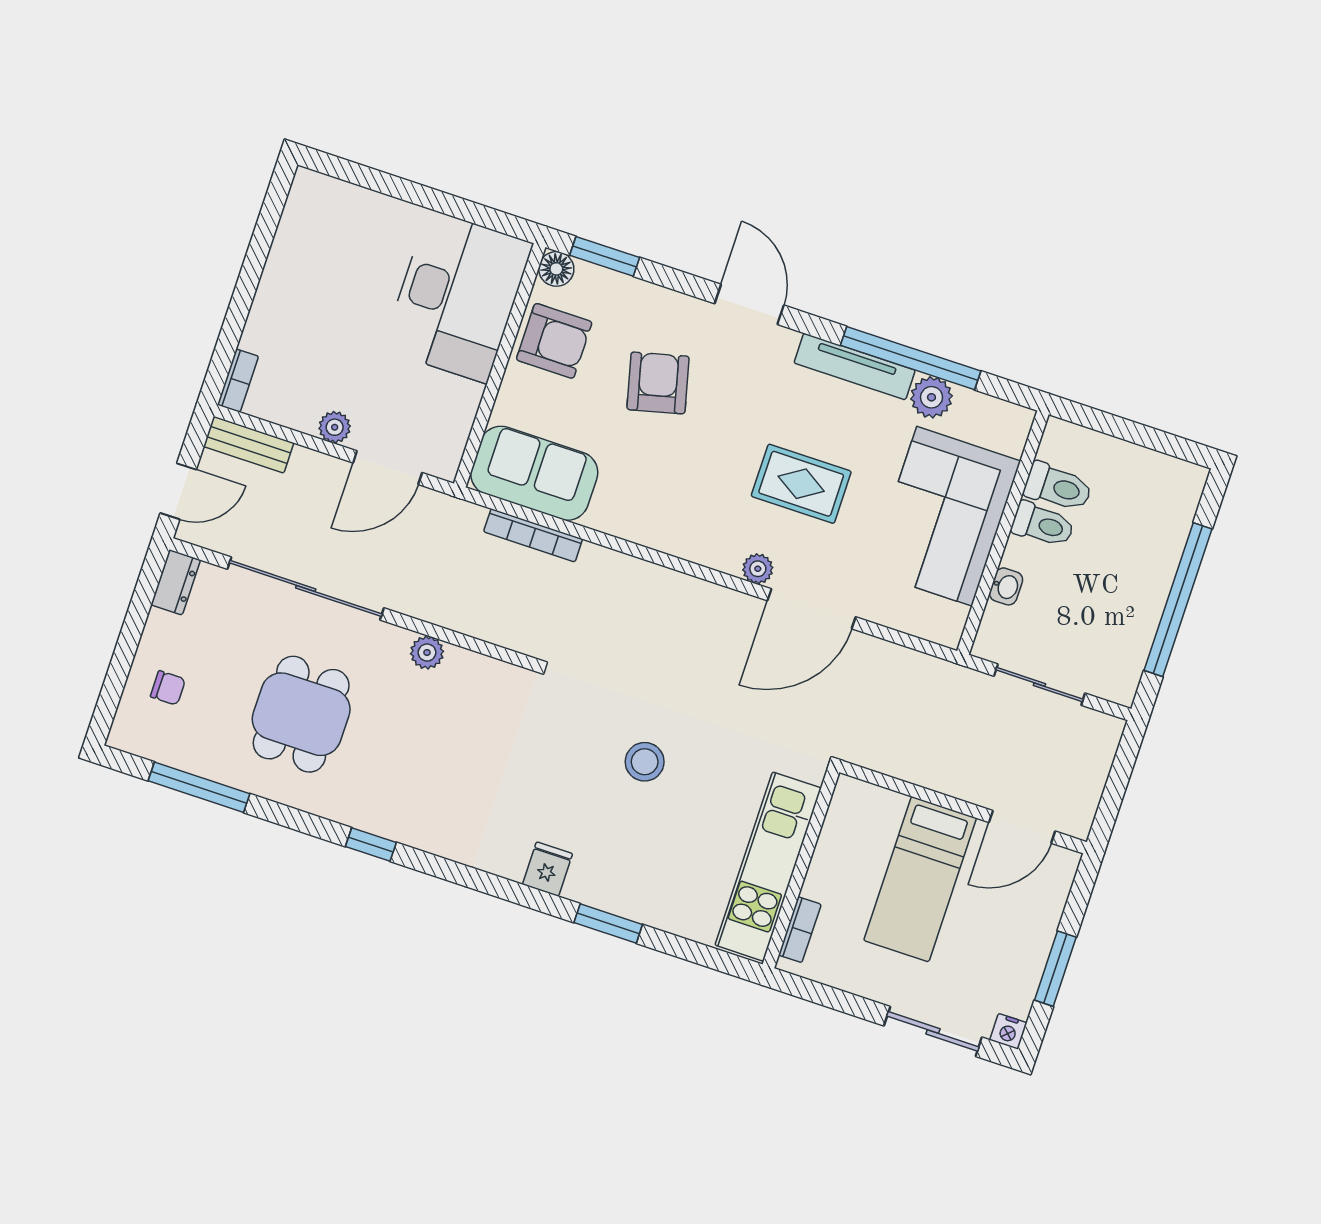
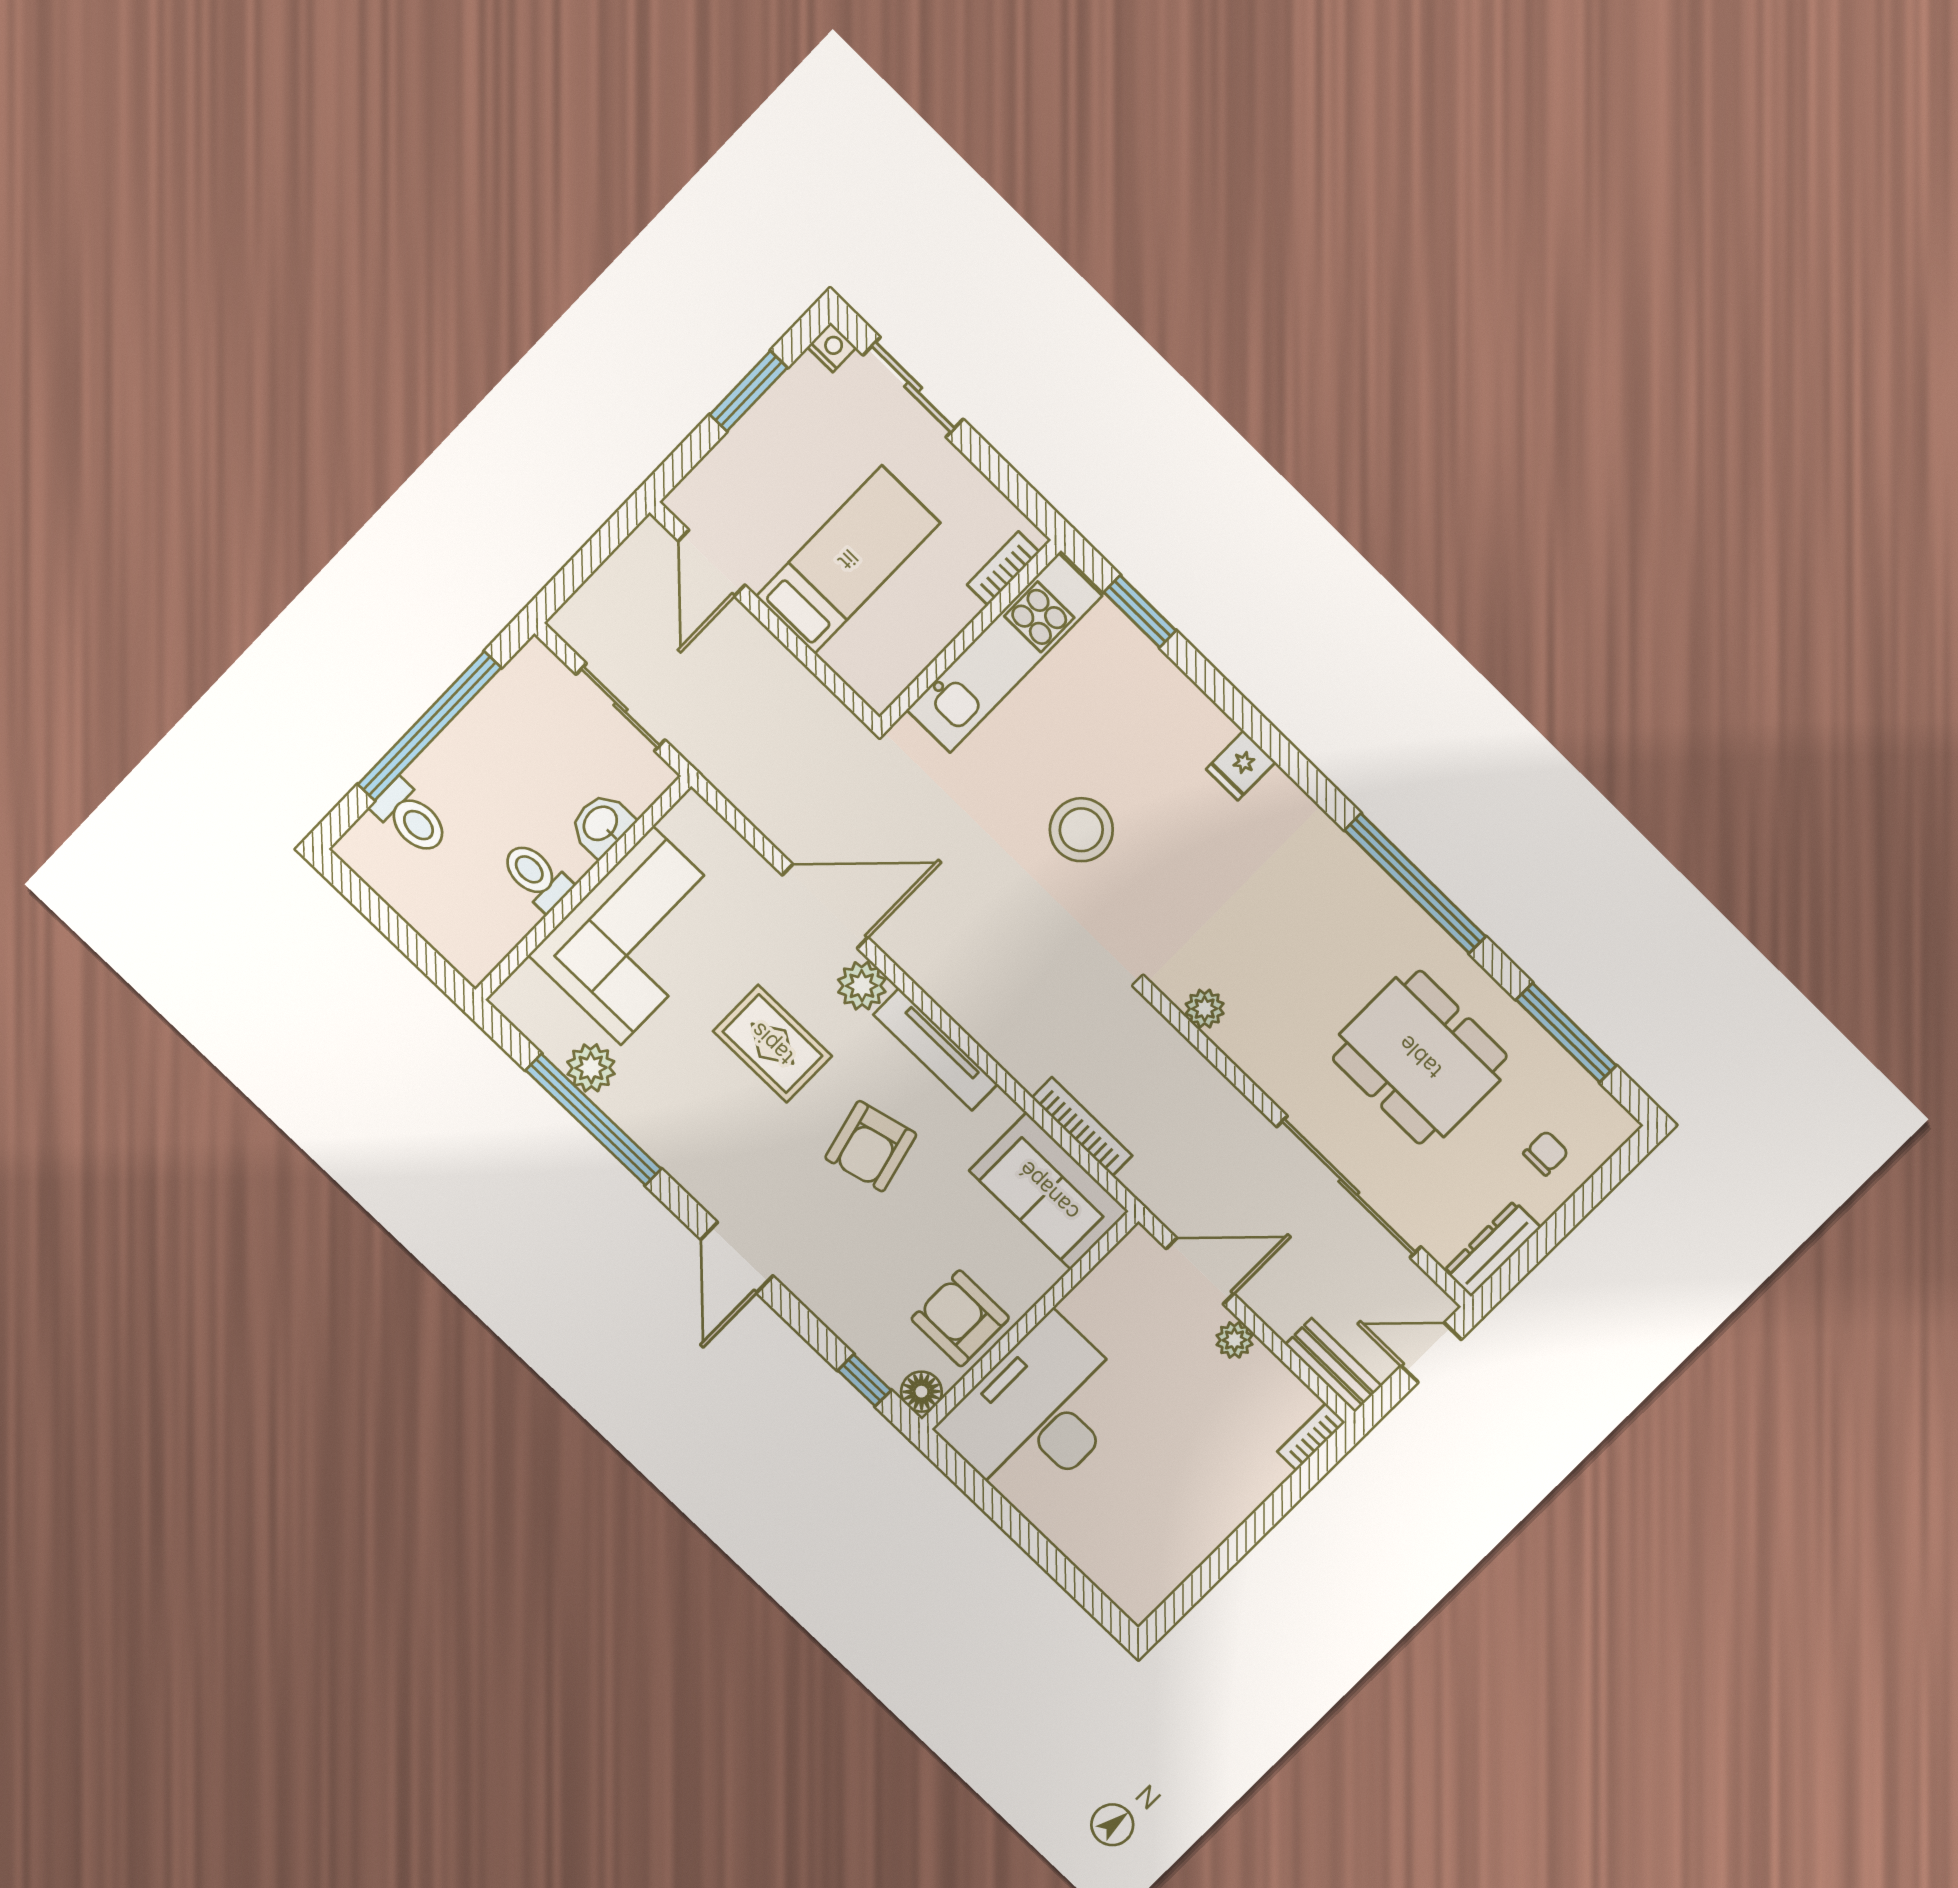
window: (605, 256) -> (864, 1380), width x0.67
tv unit: (855, 367) -> (936, 1049), moved, turned 180
armchair: (658, 383) -> (871, 1146), moved
toilet: (1058, 487) -> (411, 818), moved, turned 180
plant: (758, 569) -> (862, 986), width x1.38, depth x1.38
dresser: (176, 582) -> (1492, 1249), width x1.44
washbasin: (1006, 586) -> (601, 824), width x1.38, depth x1.45
plant: (427, 653) -> (1205, 1009), moved
chair: (168, 688) -> (1546, 1153), turned 90
dining table: (301, 714) -> (1420, 1057), width x1.38
stool: (645, 762) -> (1081, 830), width x1.38, depth x1.38
door: (1022, 827) -> (712, 563), swing flipped
window: (371, 844) -> (1415, 883), width x3.17
window: (608, 923) -> (1140, 611), moved

